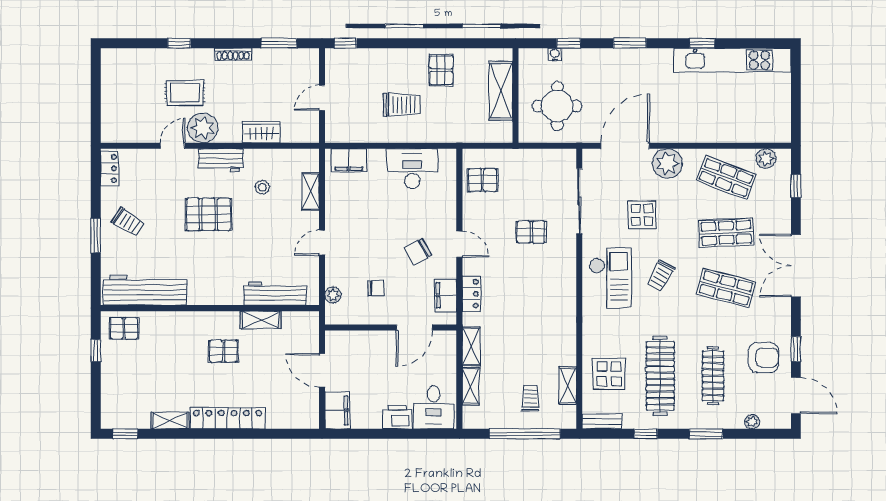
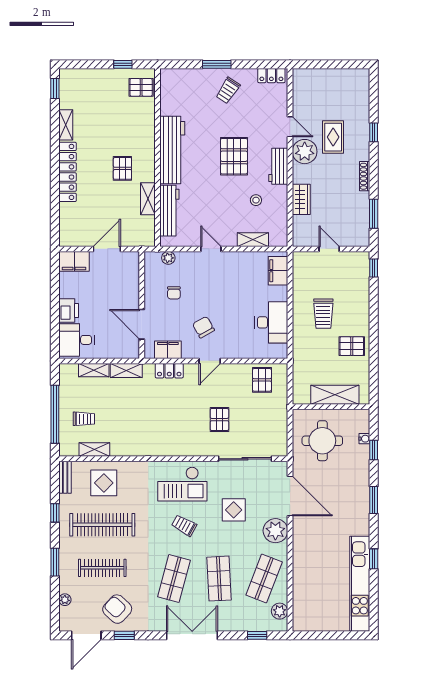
workbench: (145, 290) -> (172, 150), moved
pallet: (124, 328) -> (141, 87), turned 90
armchair: (764, 358) -> (117, 609), turned 133

